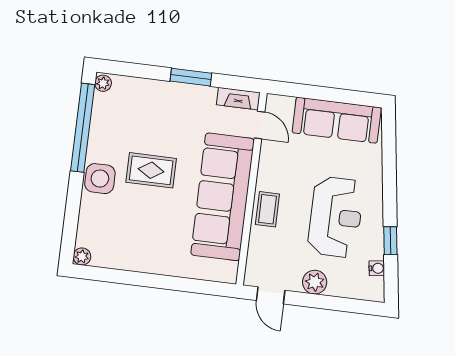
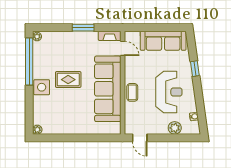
window: (390, 241) -> (195, 69), moved
plant: (315, 282) -> (175, 128), moved

